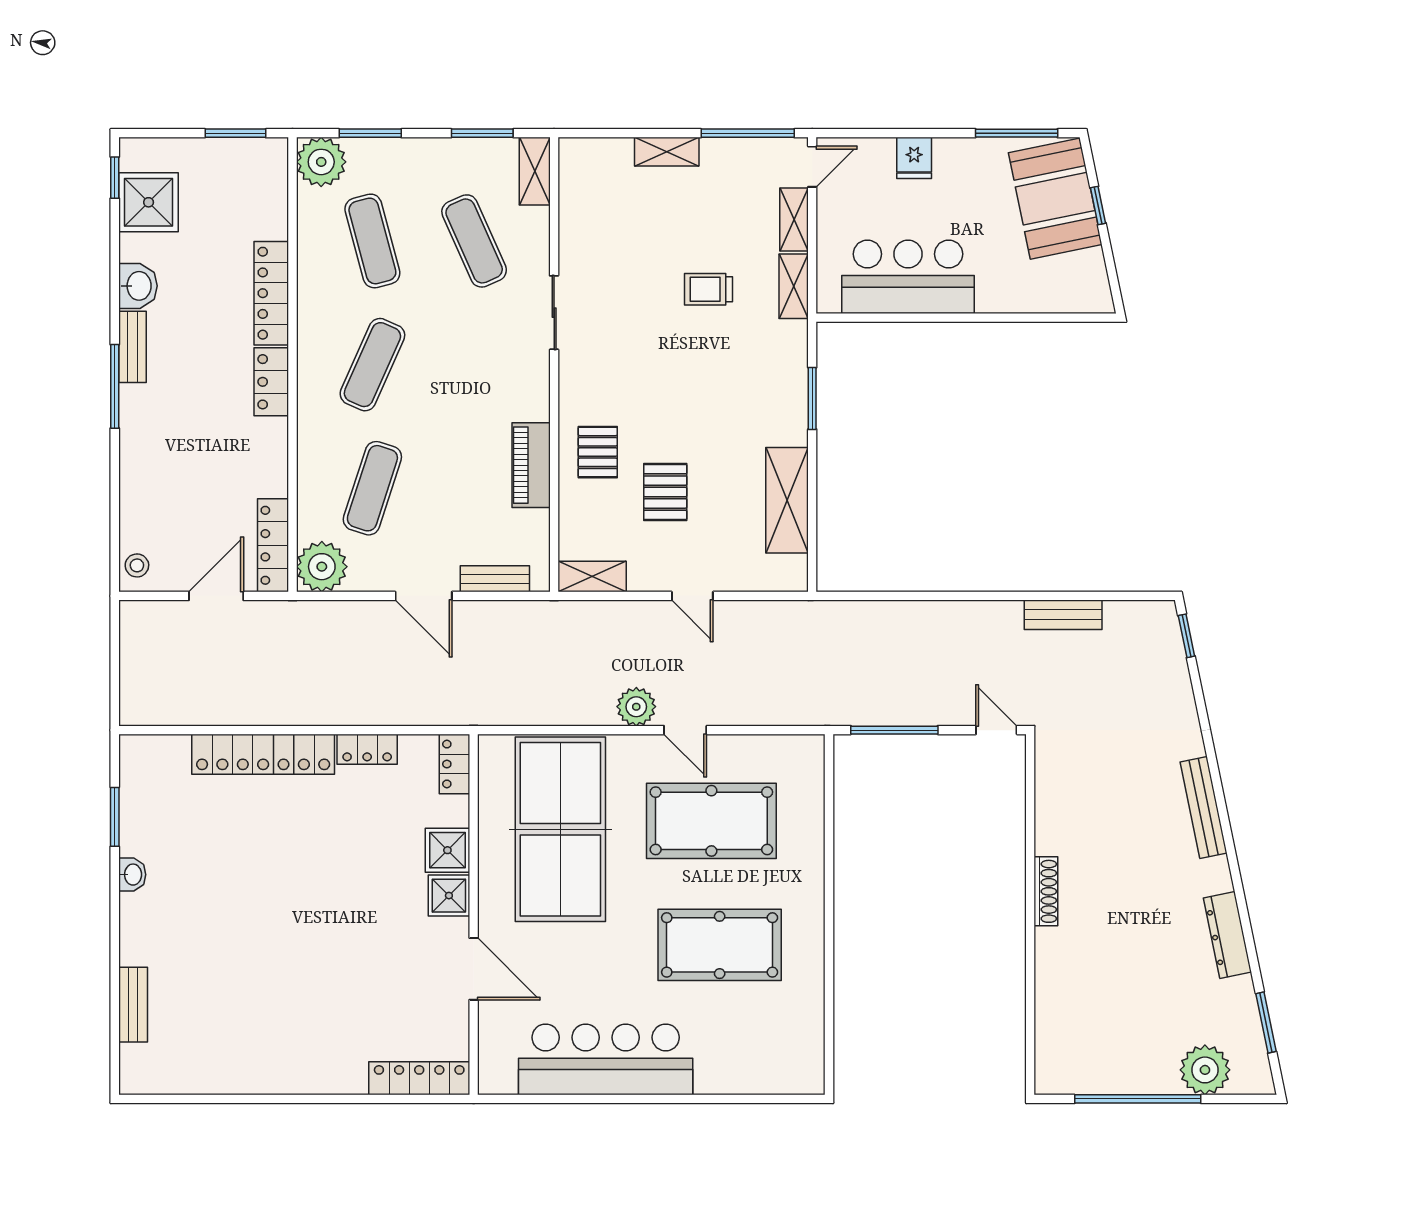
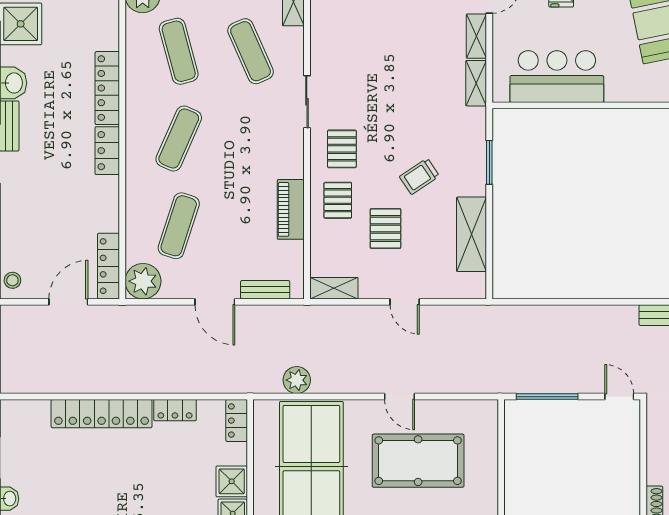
trolley: (708, 289) -> (419, 176), moved, turned -34
pallet: (604, 379) -> (342, 149), added
plant: (636, 707) -> (297, 380), moved

